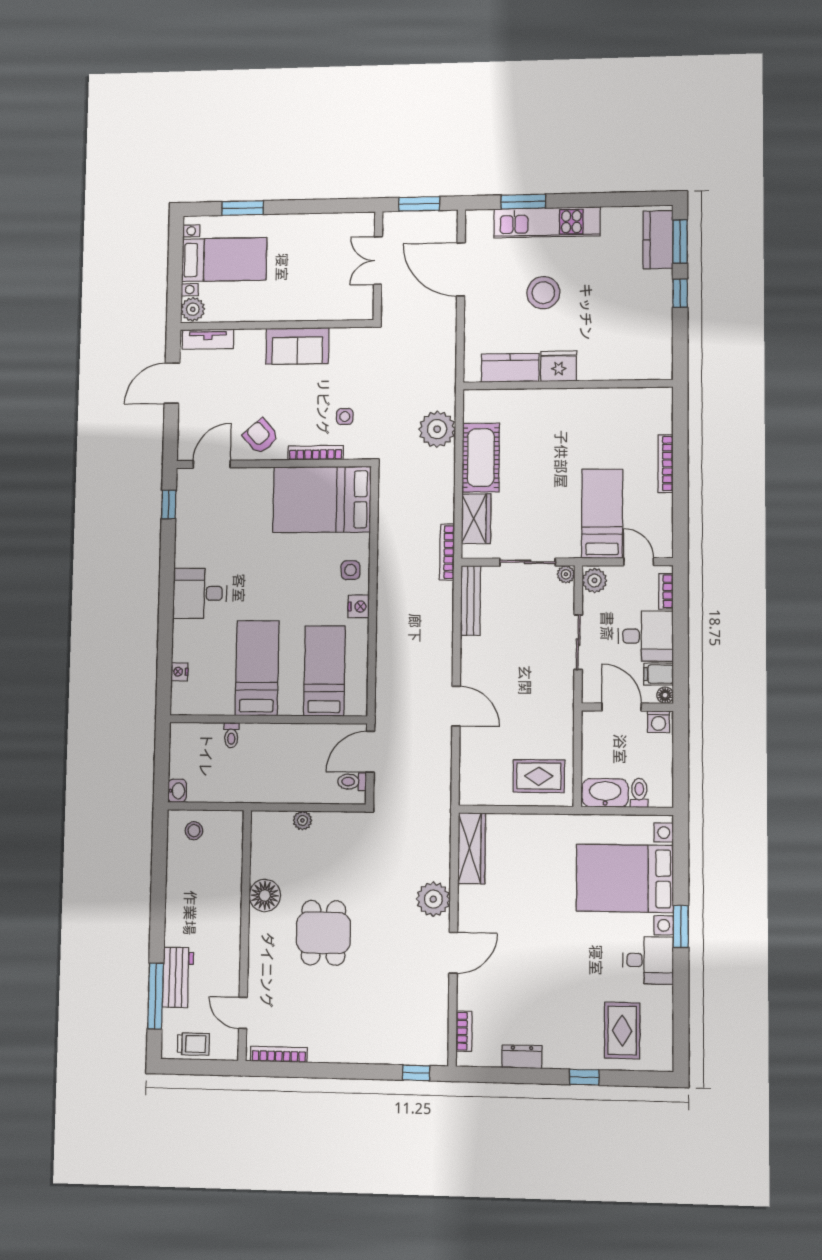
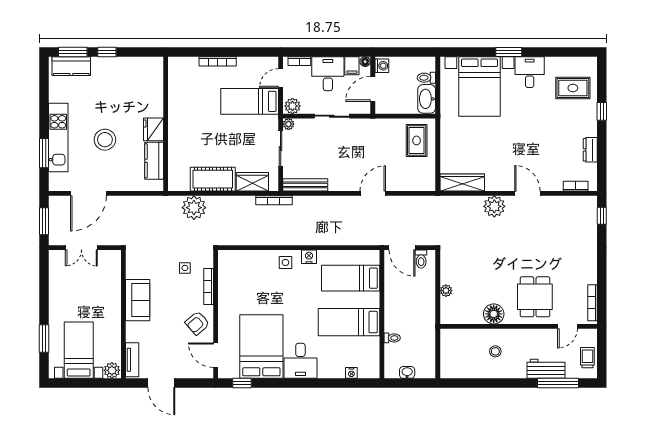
bed: (322, 499) -> (261, 347), moved, turned 180
washbasin: (177, 791) -> (407, 372), moved
stool: (194, 831) -> (495, 351), moved
dining table: (323, 933) -> (535, 297), moved, turned 90

